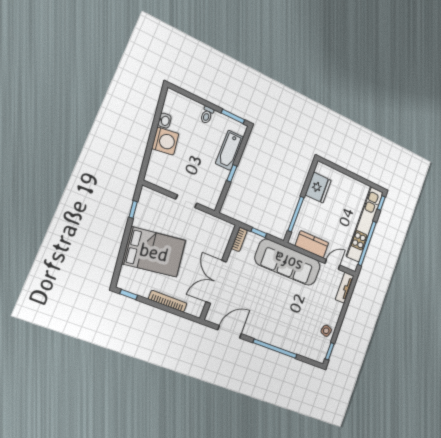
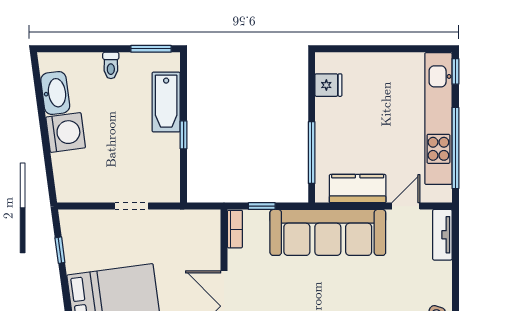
washbasin: (164, 121) -> (55, 93), width x1.91, depth x1.45
fridge: (318, 188) -> (328, 85), width x0.53, depth x0.75

